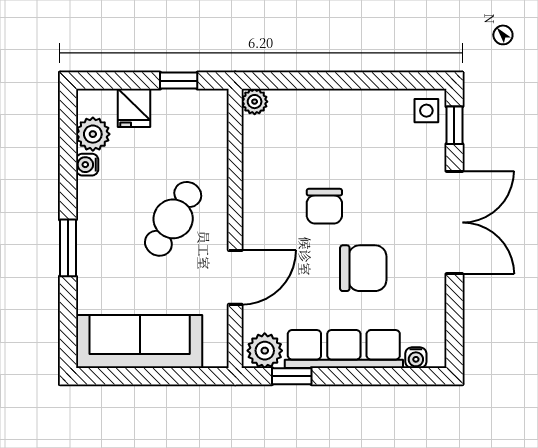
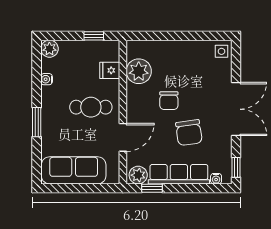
plant: (255, 102) -> (139, 71), moved, width x1.87, depth x1.87
fridge: (134, 108) -> (110, 70), moved, turned 90
window: (454, 125) -> (236, 167), moved
plant: (93, 134) -> (49, 49), moved
cafe table: (173, 219) -> (91, 107), turned 59
chair: (363, 268) -> (189, 133), turned 82

